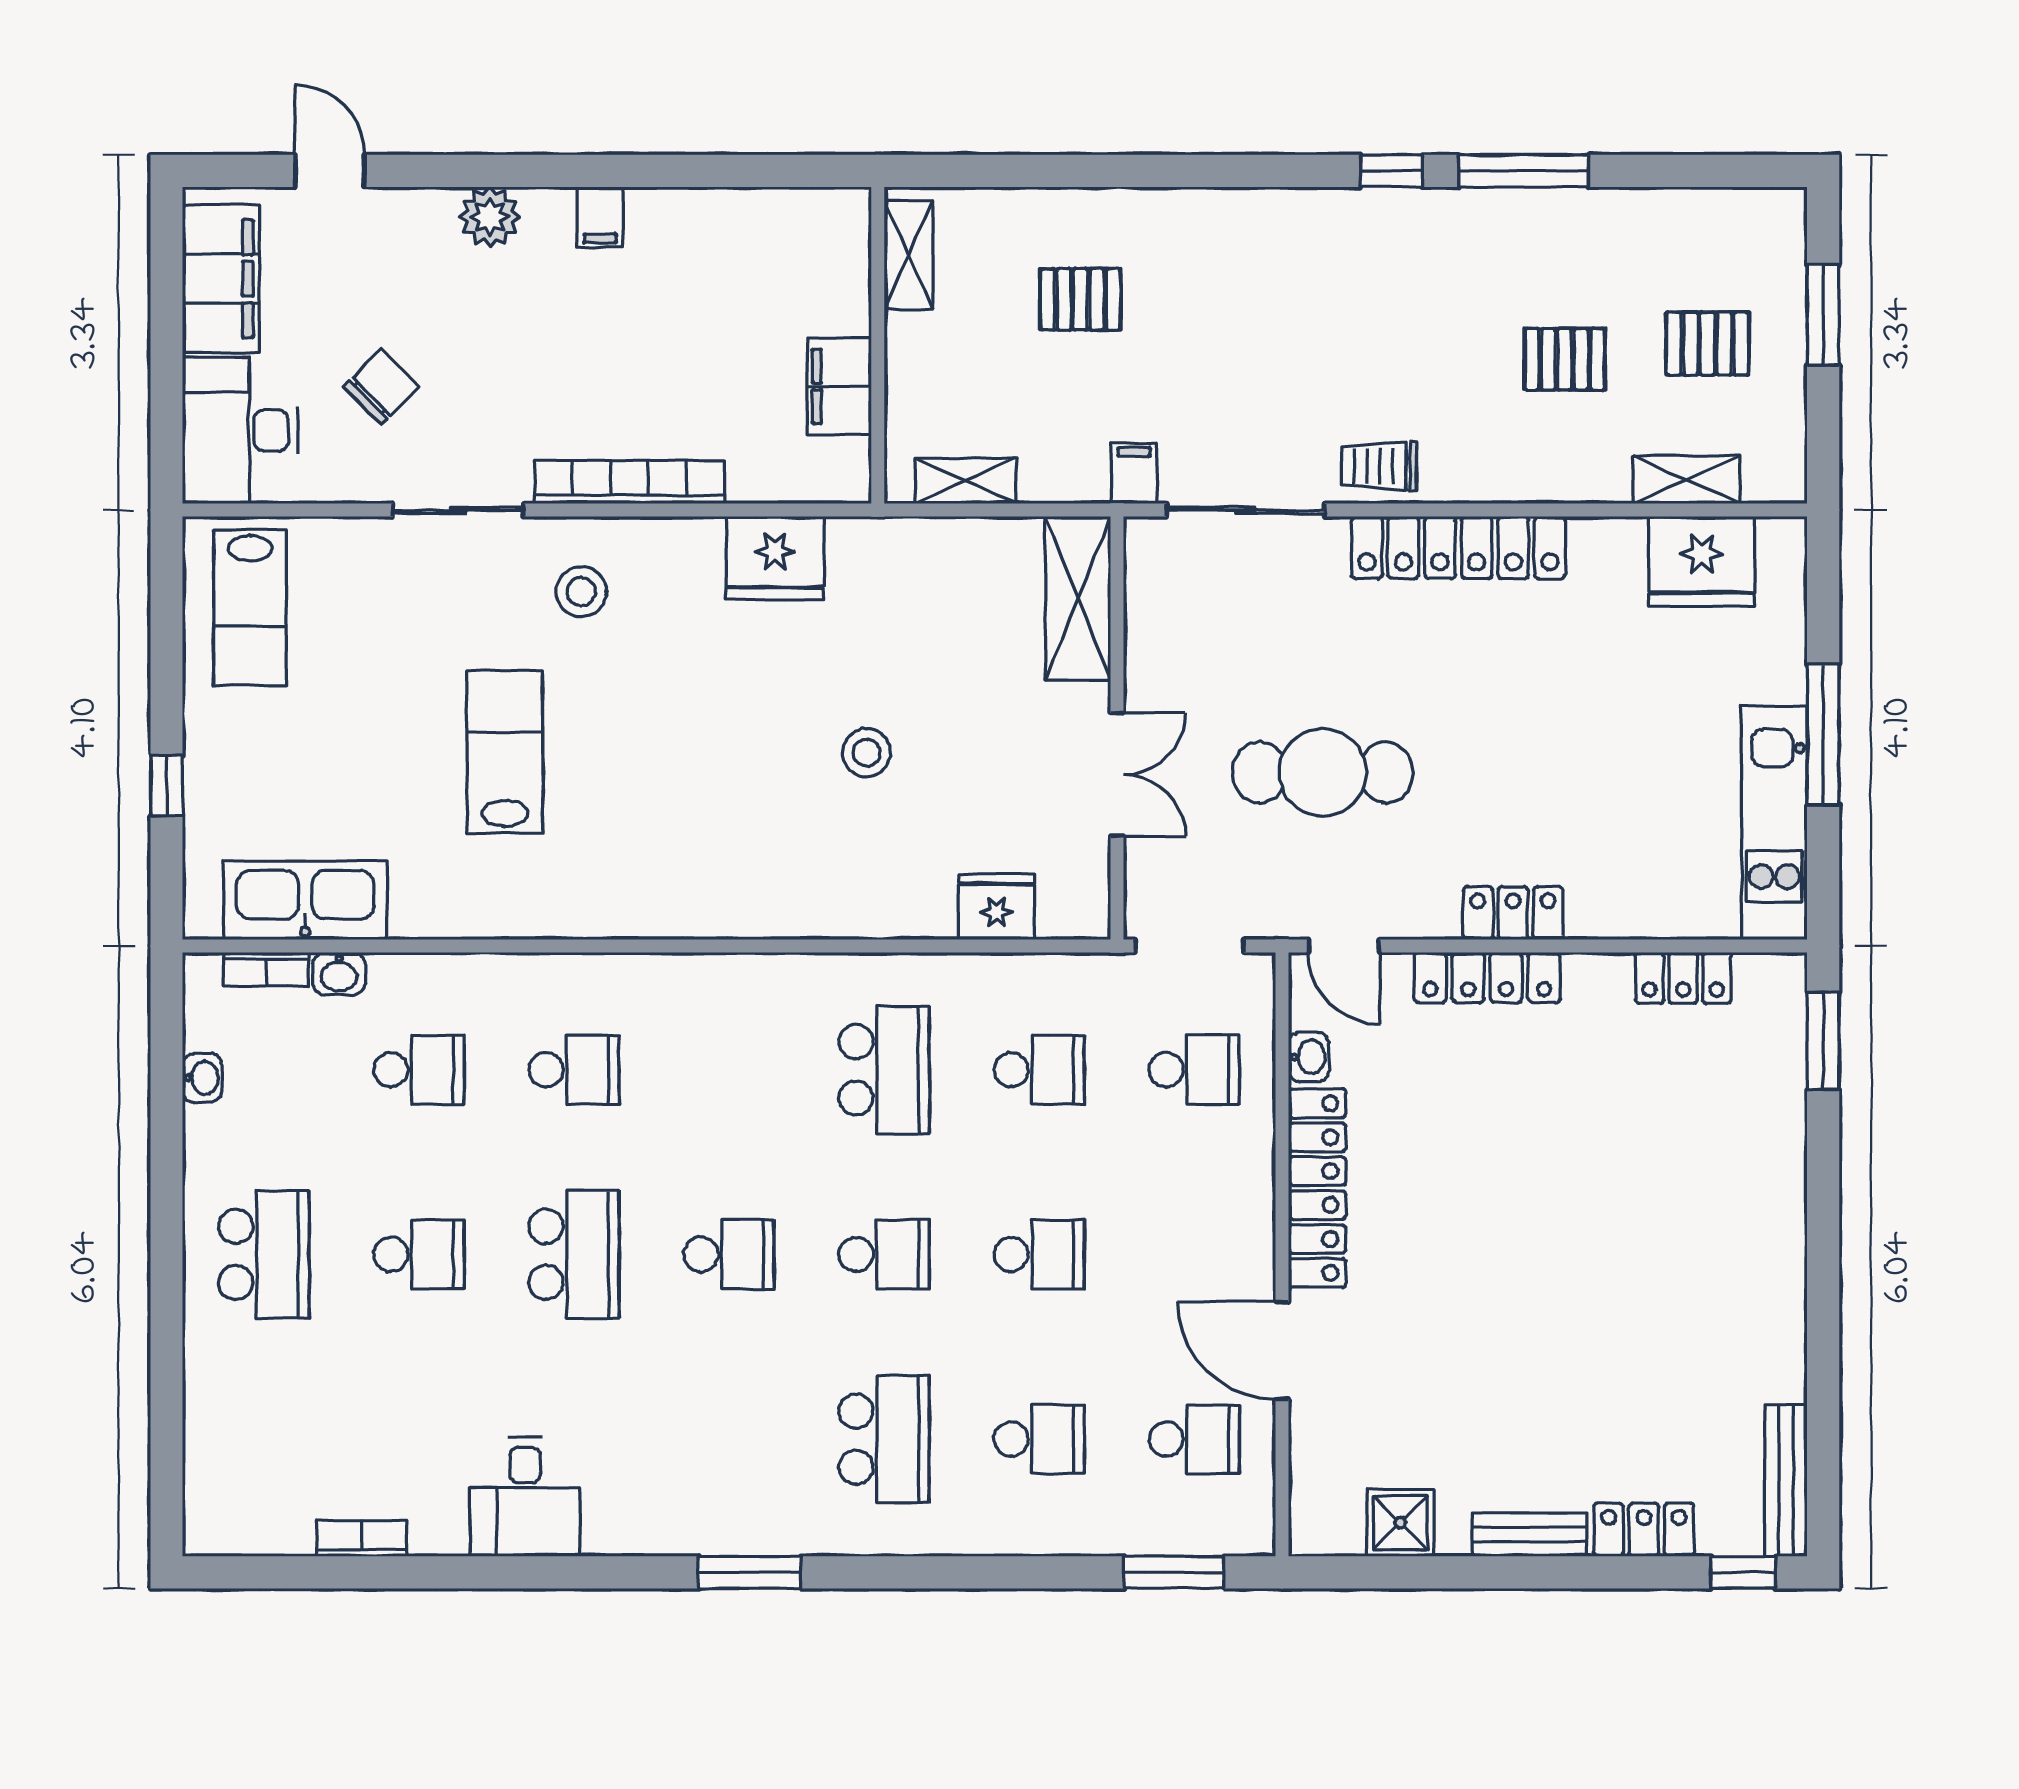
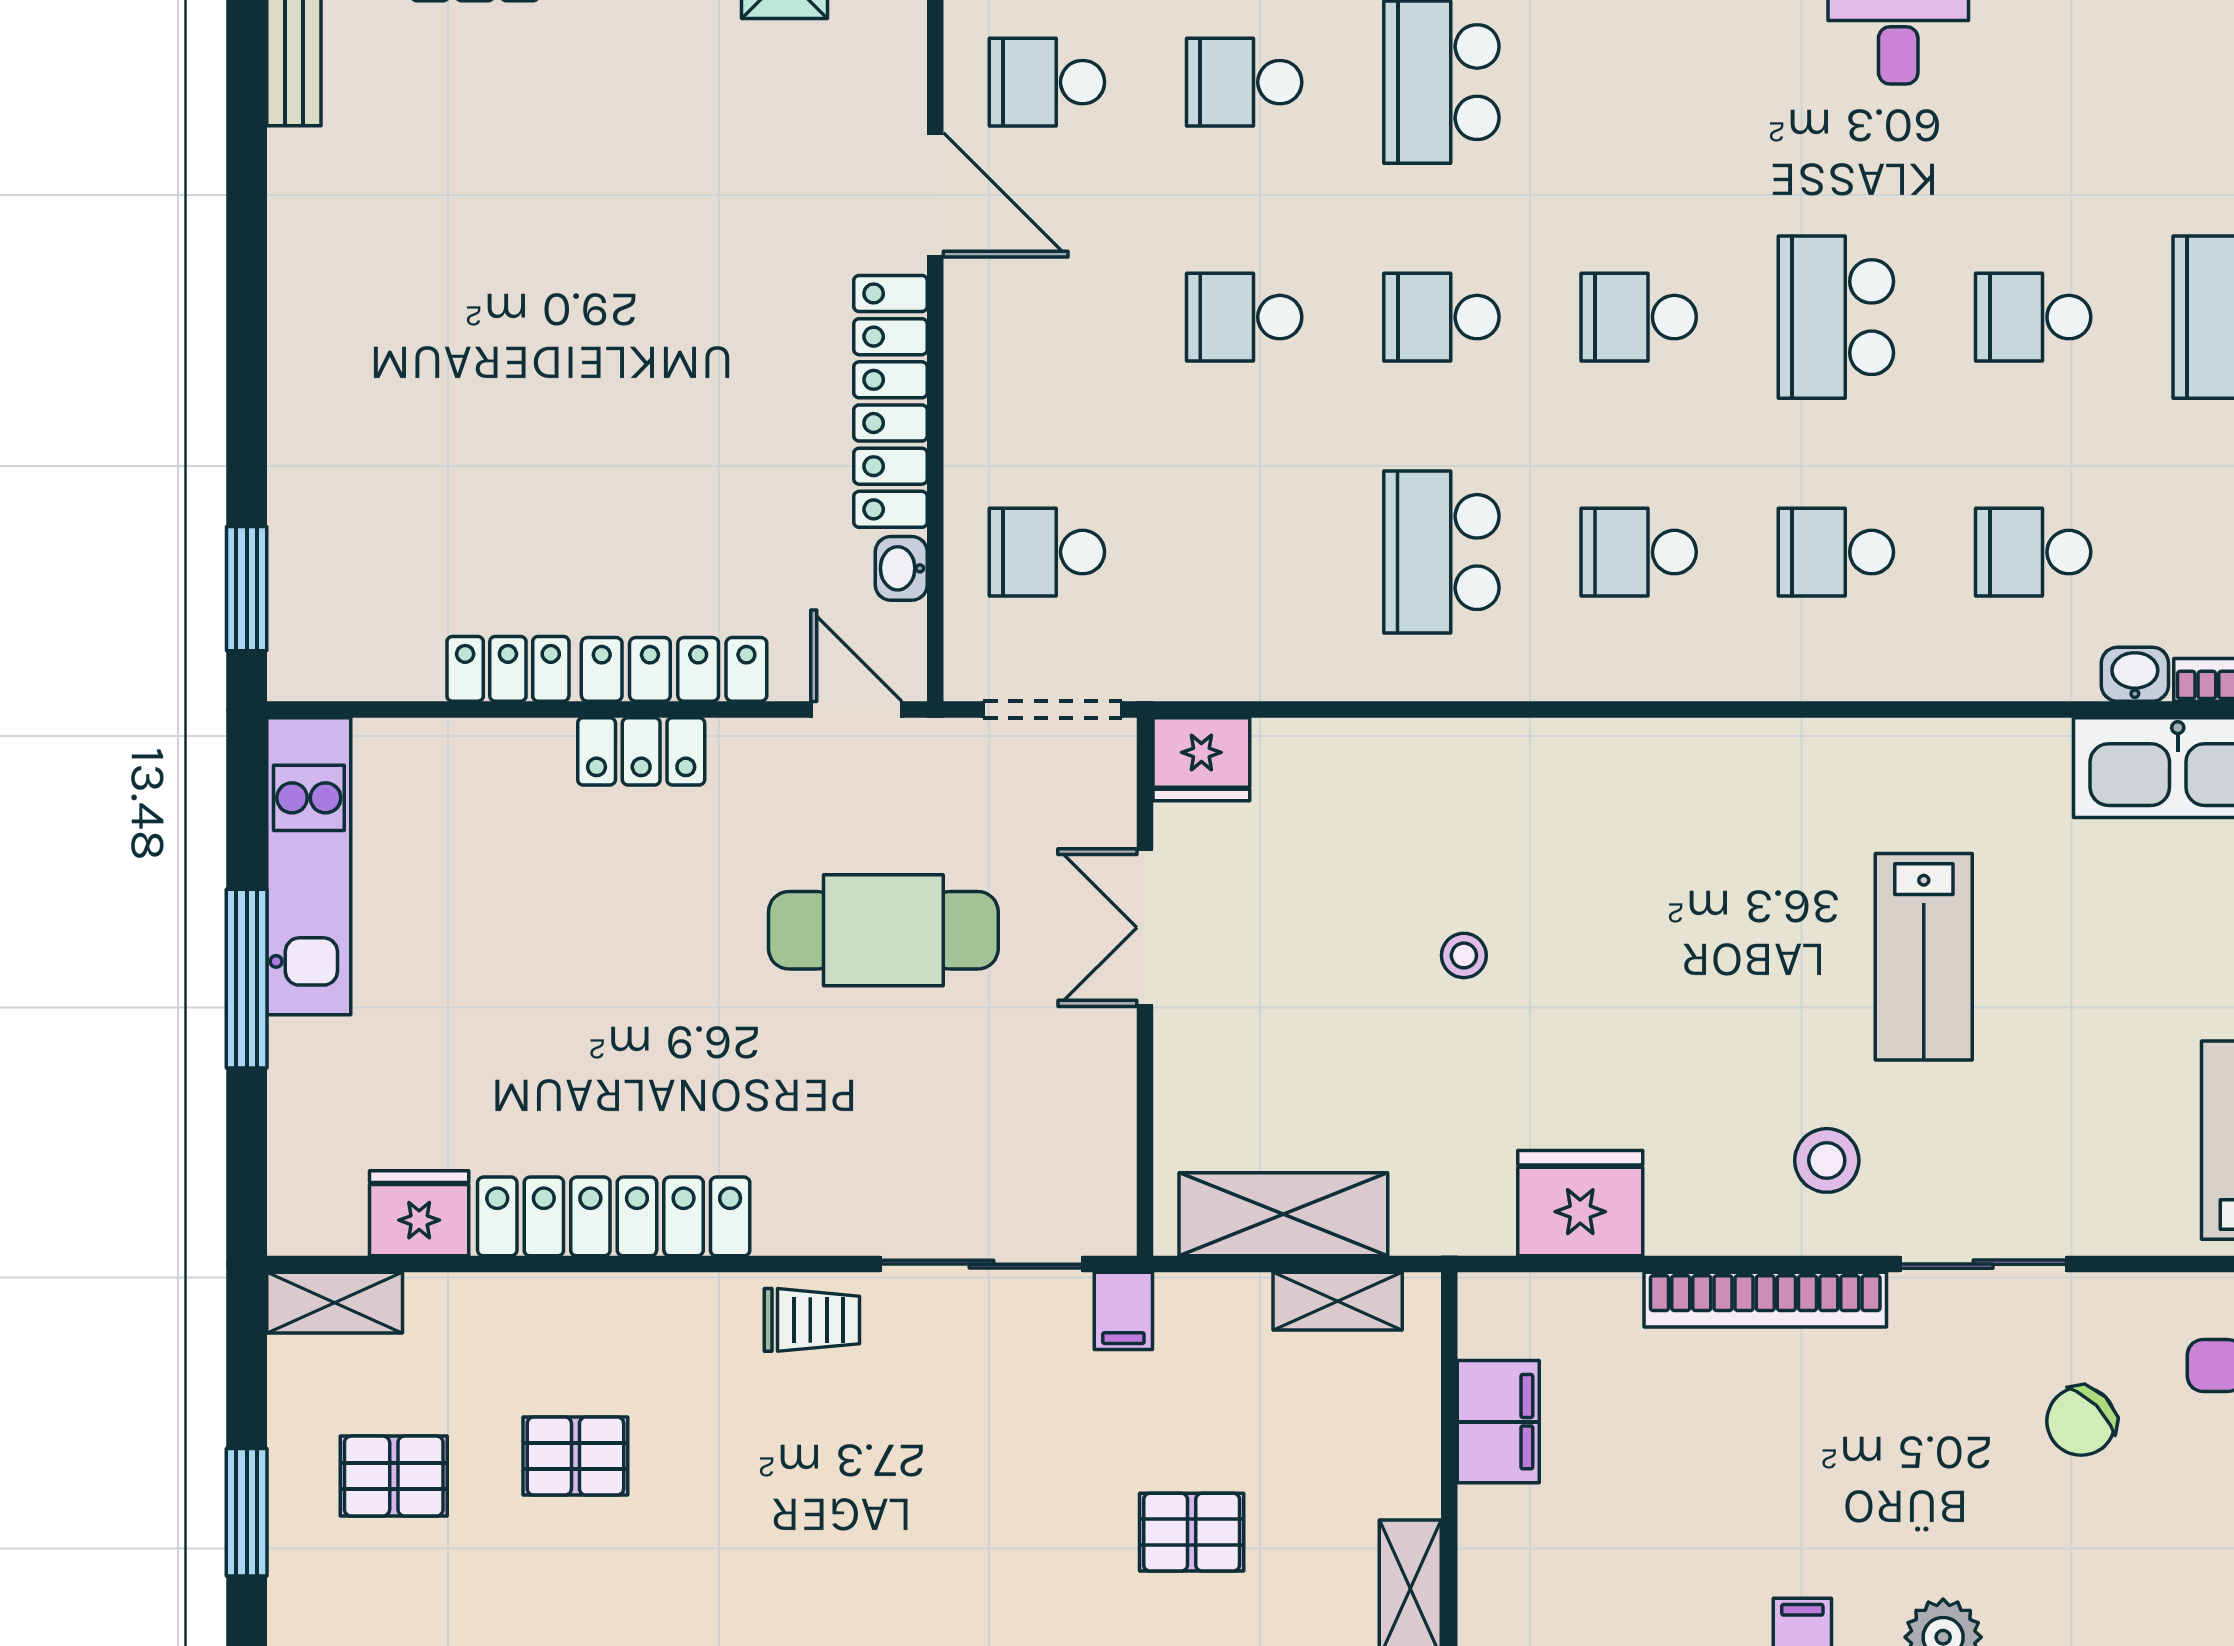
shelving: (1686, 480) -> (335, 1303), moved
locker: (1458, 548) -> (614, 1216), moved
fridge: (1702, 561) -> (419, 1213), width x0.73, depth x0.75
shelving: (1078, 598) -> (1283, 1214), moved, turned 90
stool: (866, 753) -> (1464, 955), width x0.73, depth x0.73
fridge: (997, 907) -> (1201, 759), moved
locker: (1683, 978) -> (508, 669), moved
school desk: (1039, 1070) -> (1639, 552), moved

